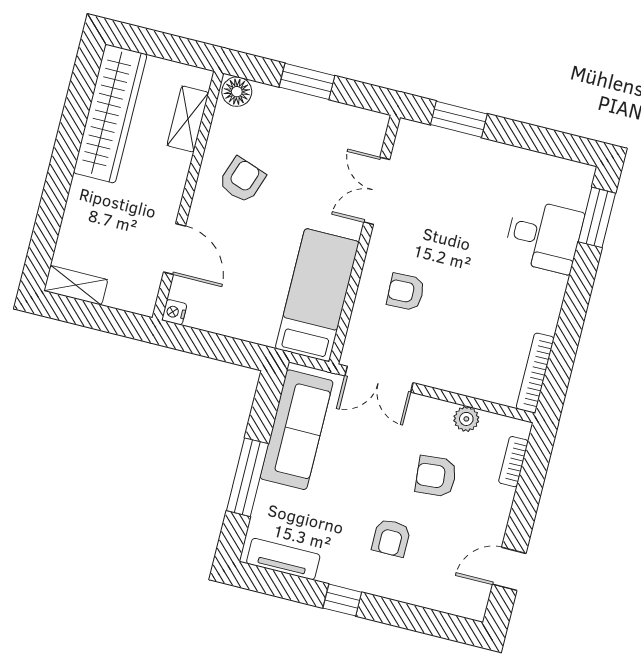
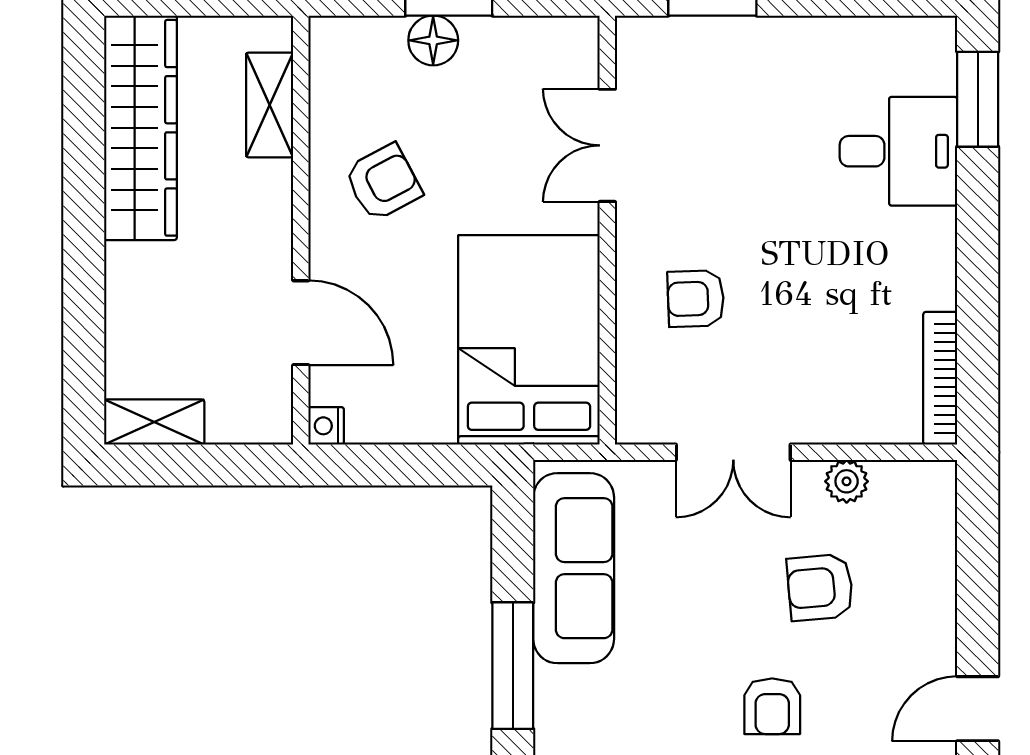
floor lamp: (237, 92) -> (433, 40), moved
armchair: (242, 180) -> (383, 182), turned 43
bed: (317, 295) -> (529, 340), width x1.50
double door: (379, 379) -> (733, 452), moved
bookcase: (513, 462) -> (941, 532), removed

